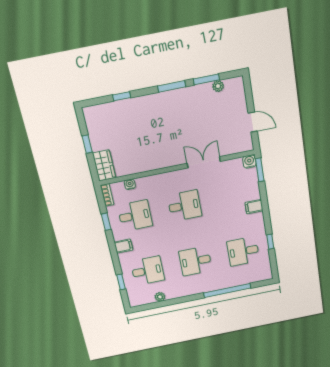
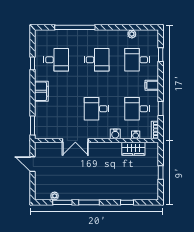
water cooler: (249, 162) -> (115, 134), moved
wardrobe: (104, 165) -> (133, 149), moved, turned -90
filing cabinet: (254, 207) -> (41, 91), width x2.00

